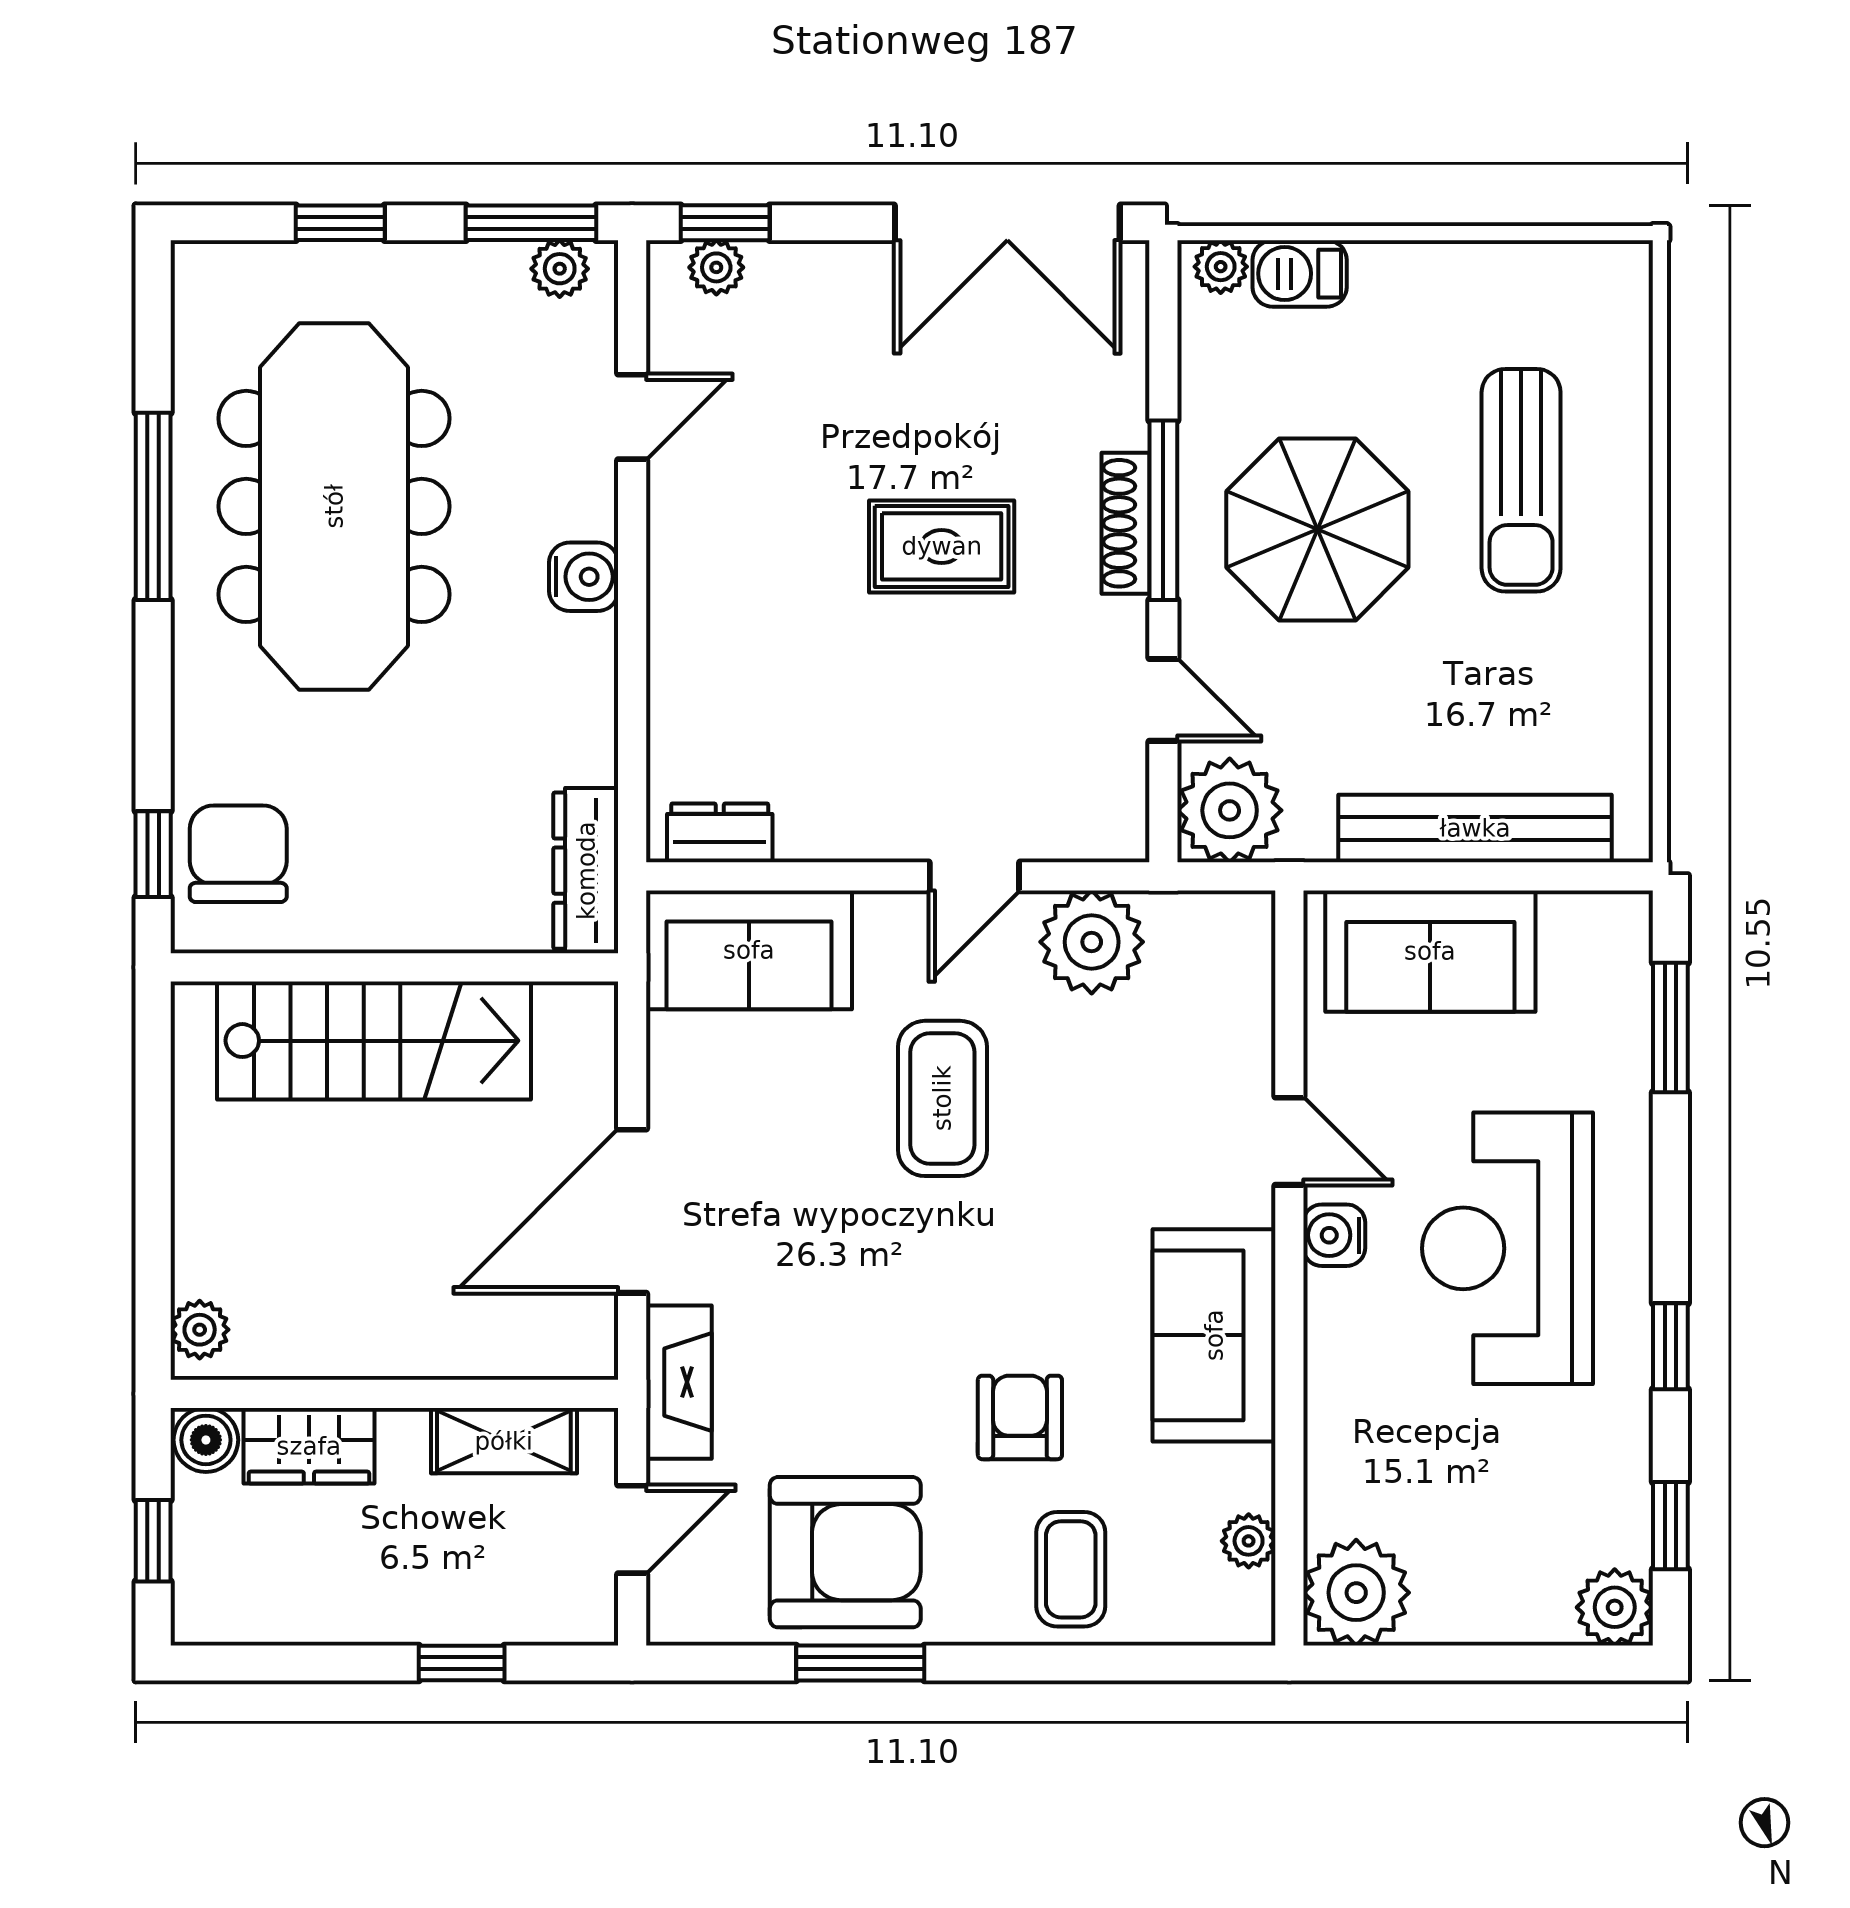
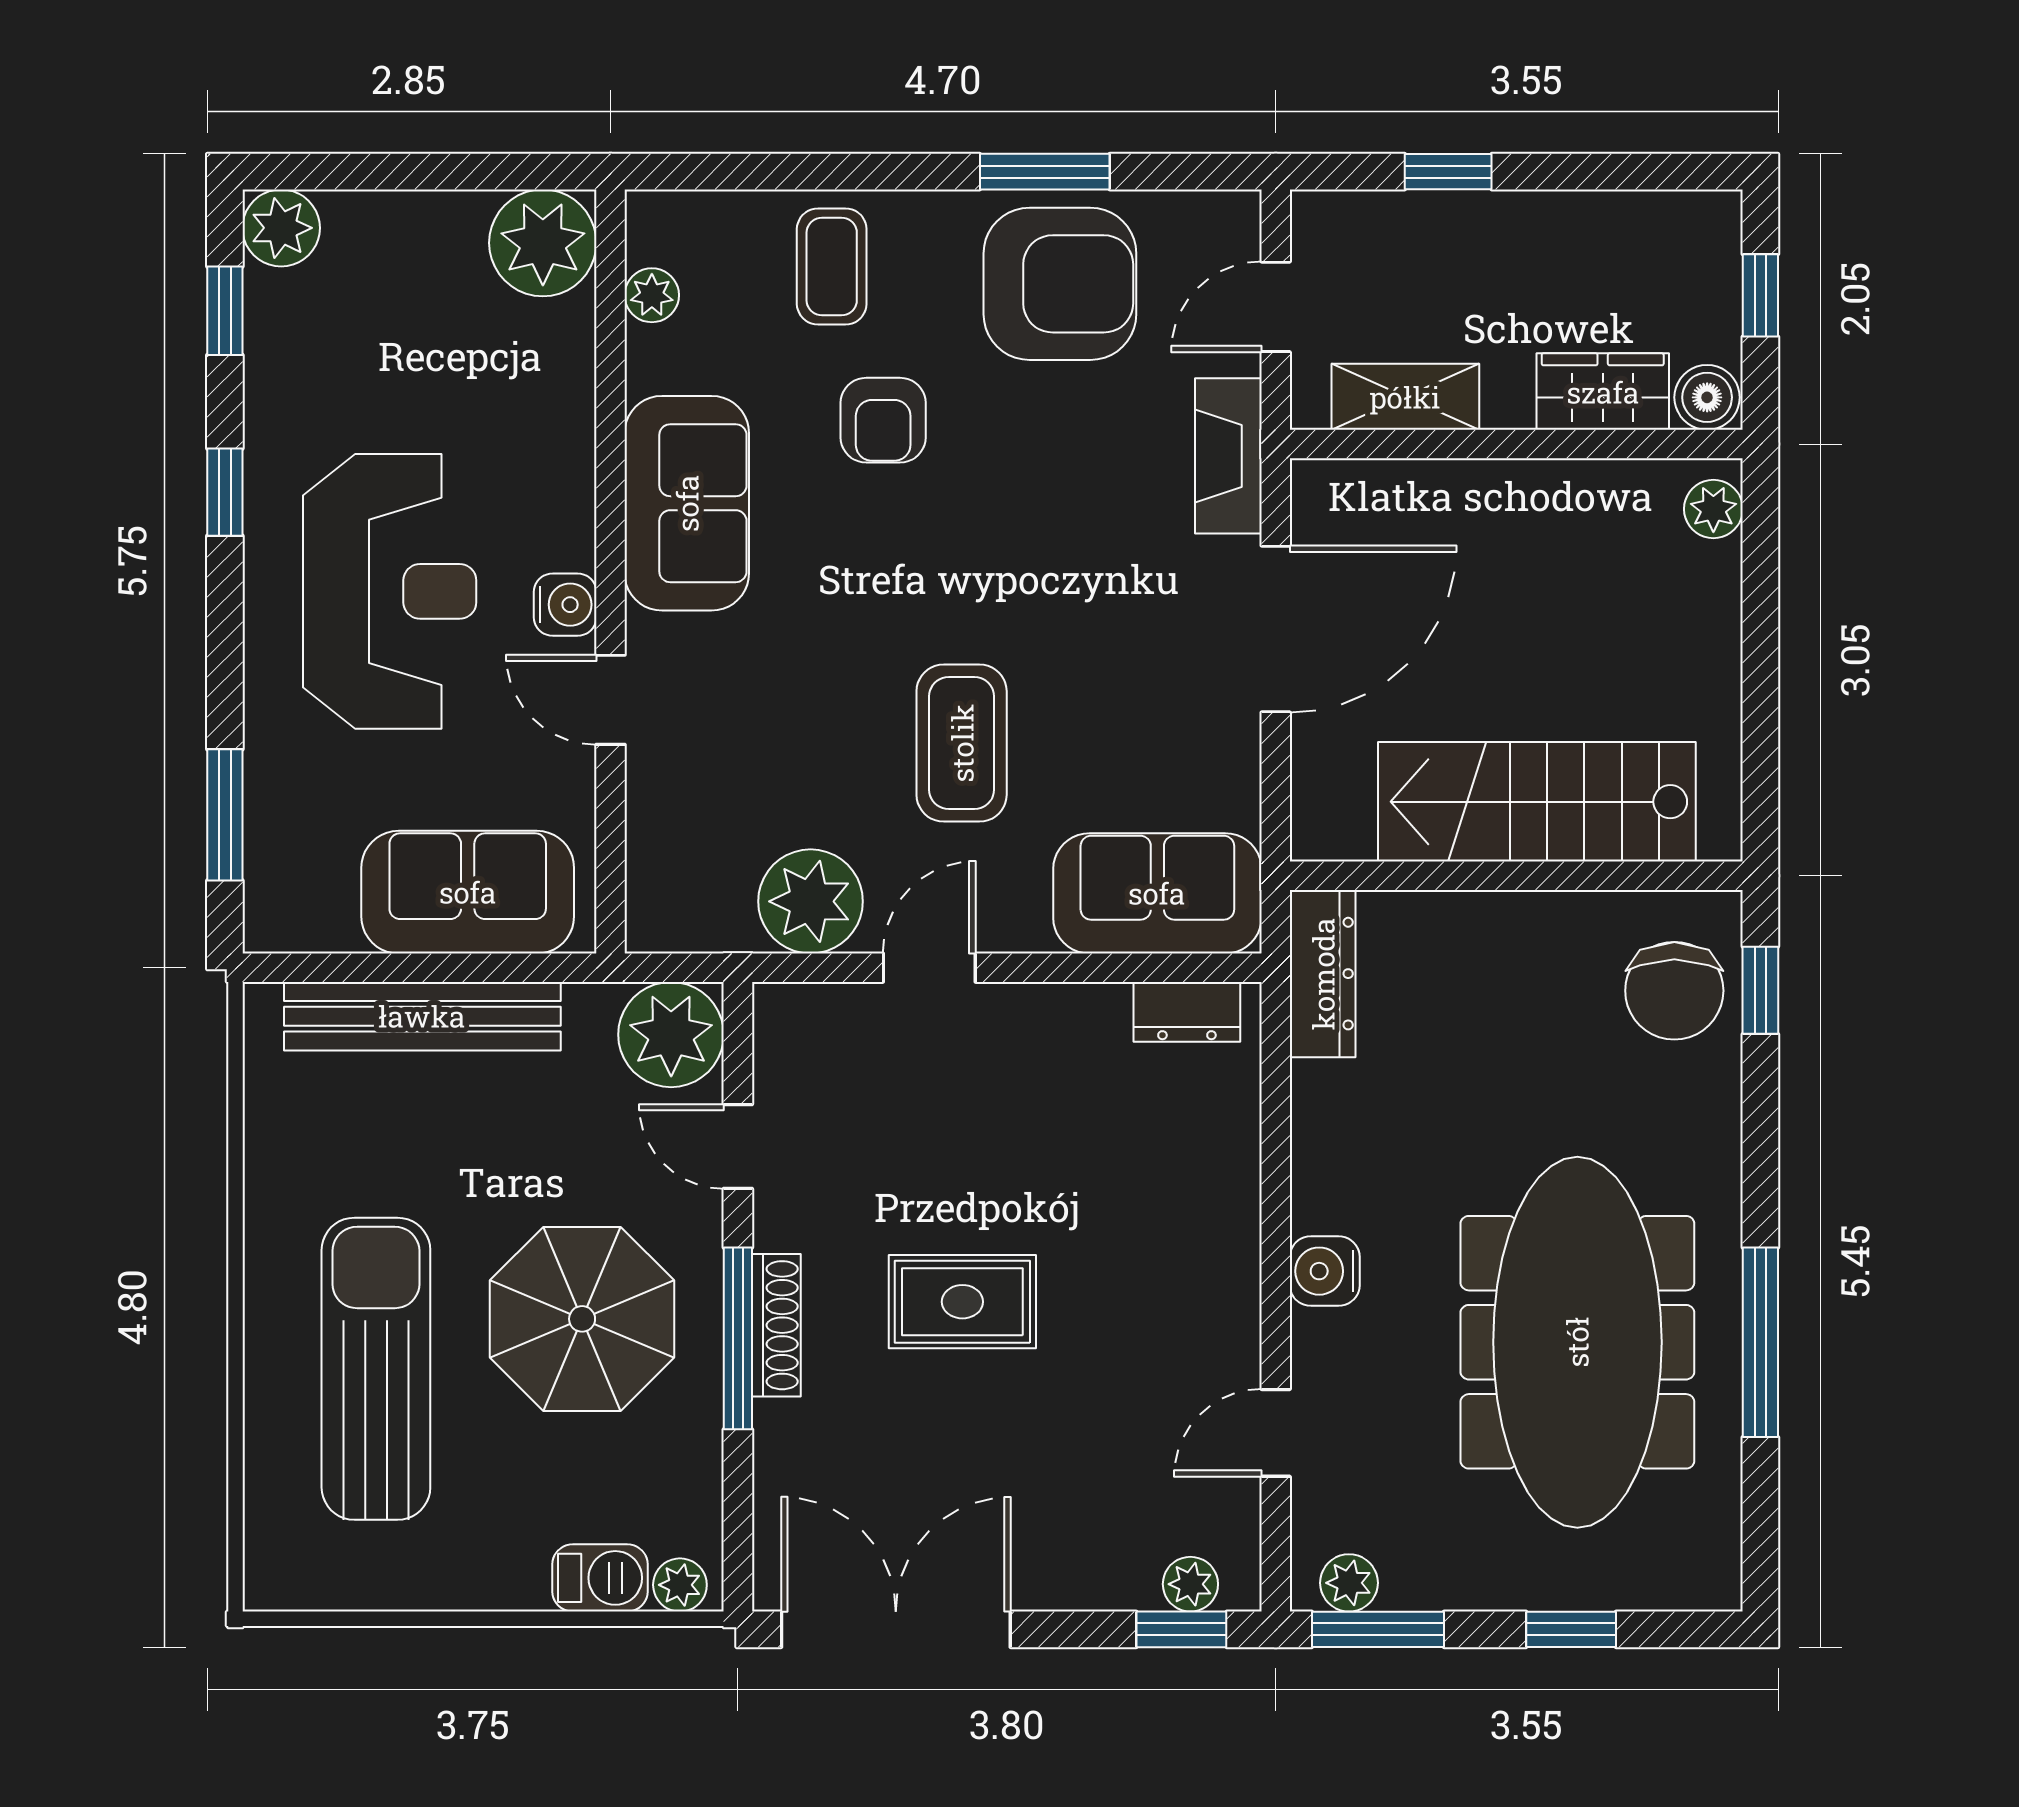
sun lounger: (1521, 480) -> (376, 1369), width x1.36, depth x1.34
armchair: (845, 1552) -> (1060, 284), turned 180

